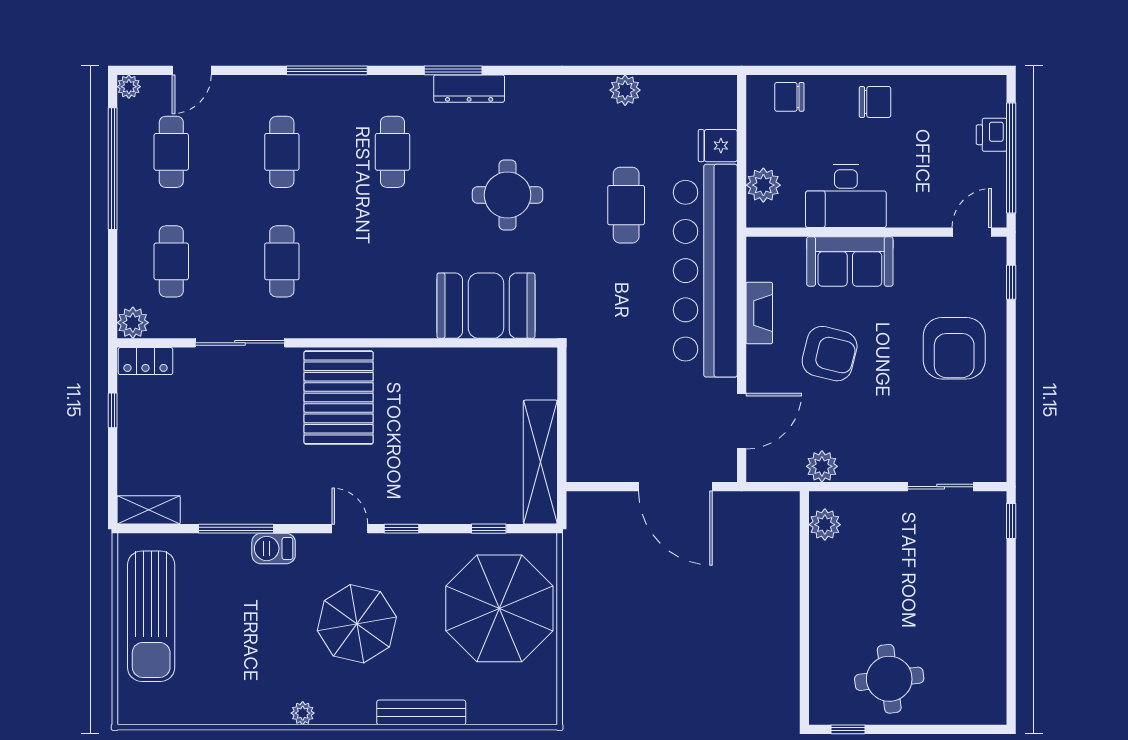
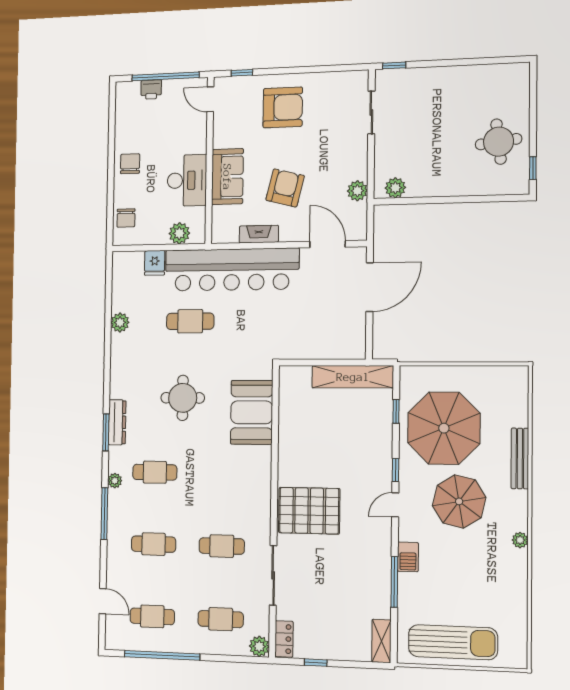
plant: (129, 87) -> (115, 481), moved
parasol: (499, 608) -> (444, 428), moved

